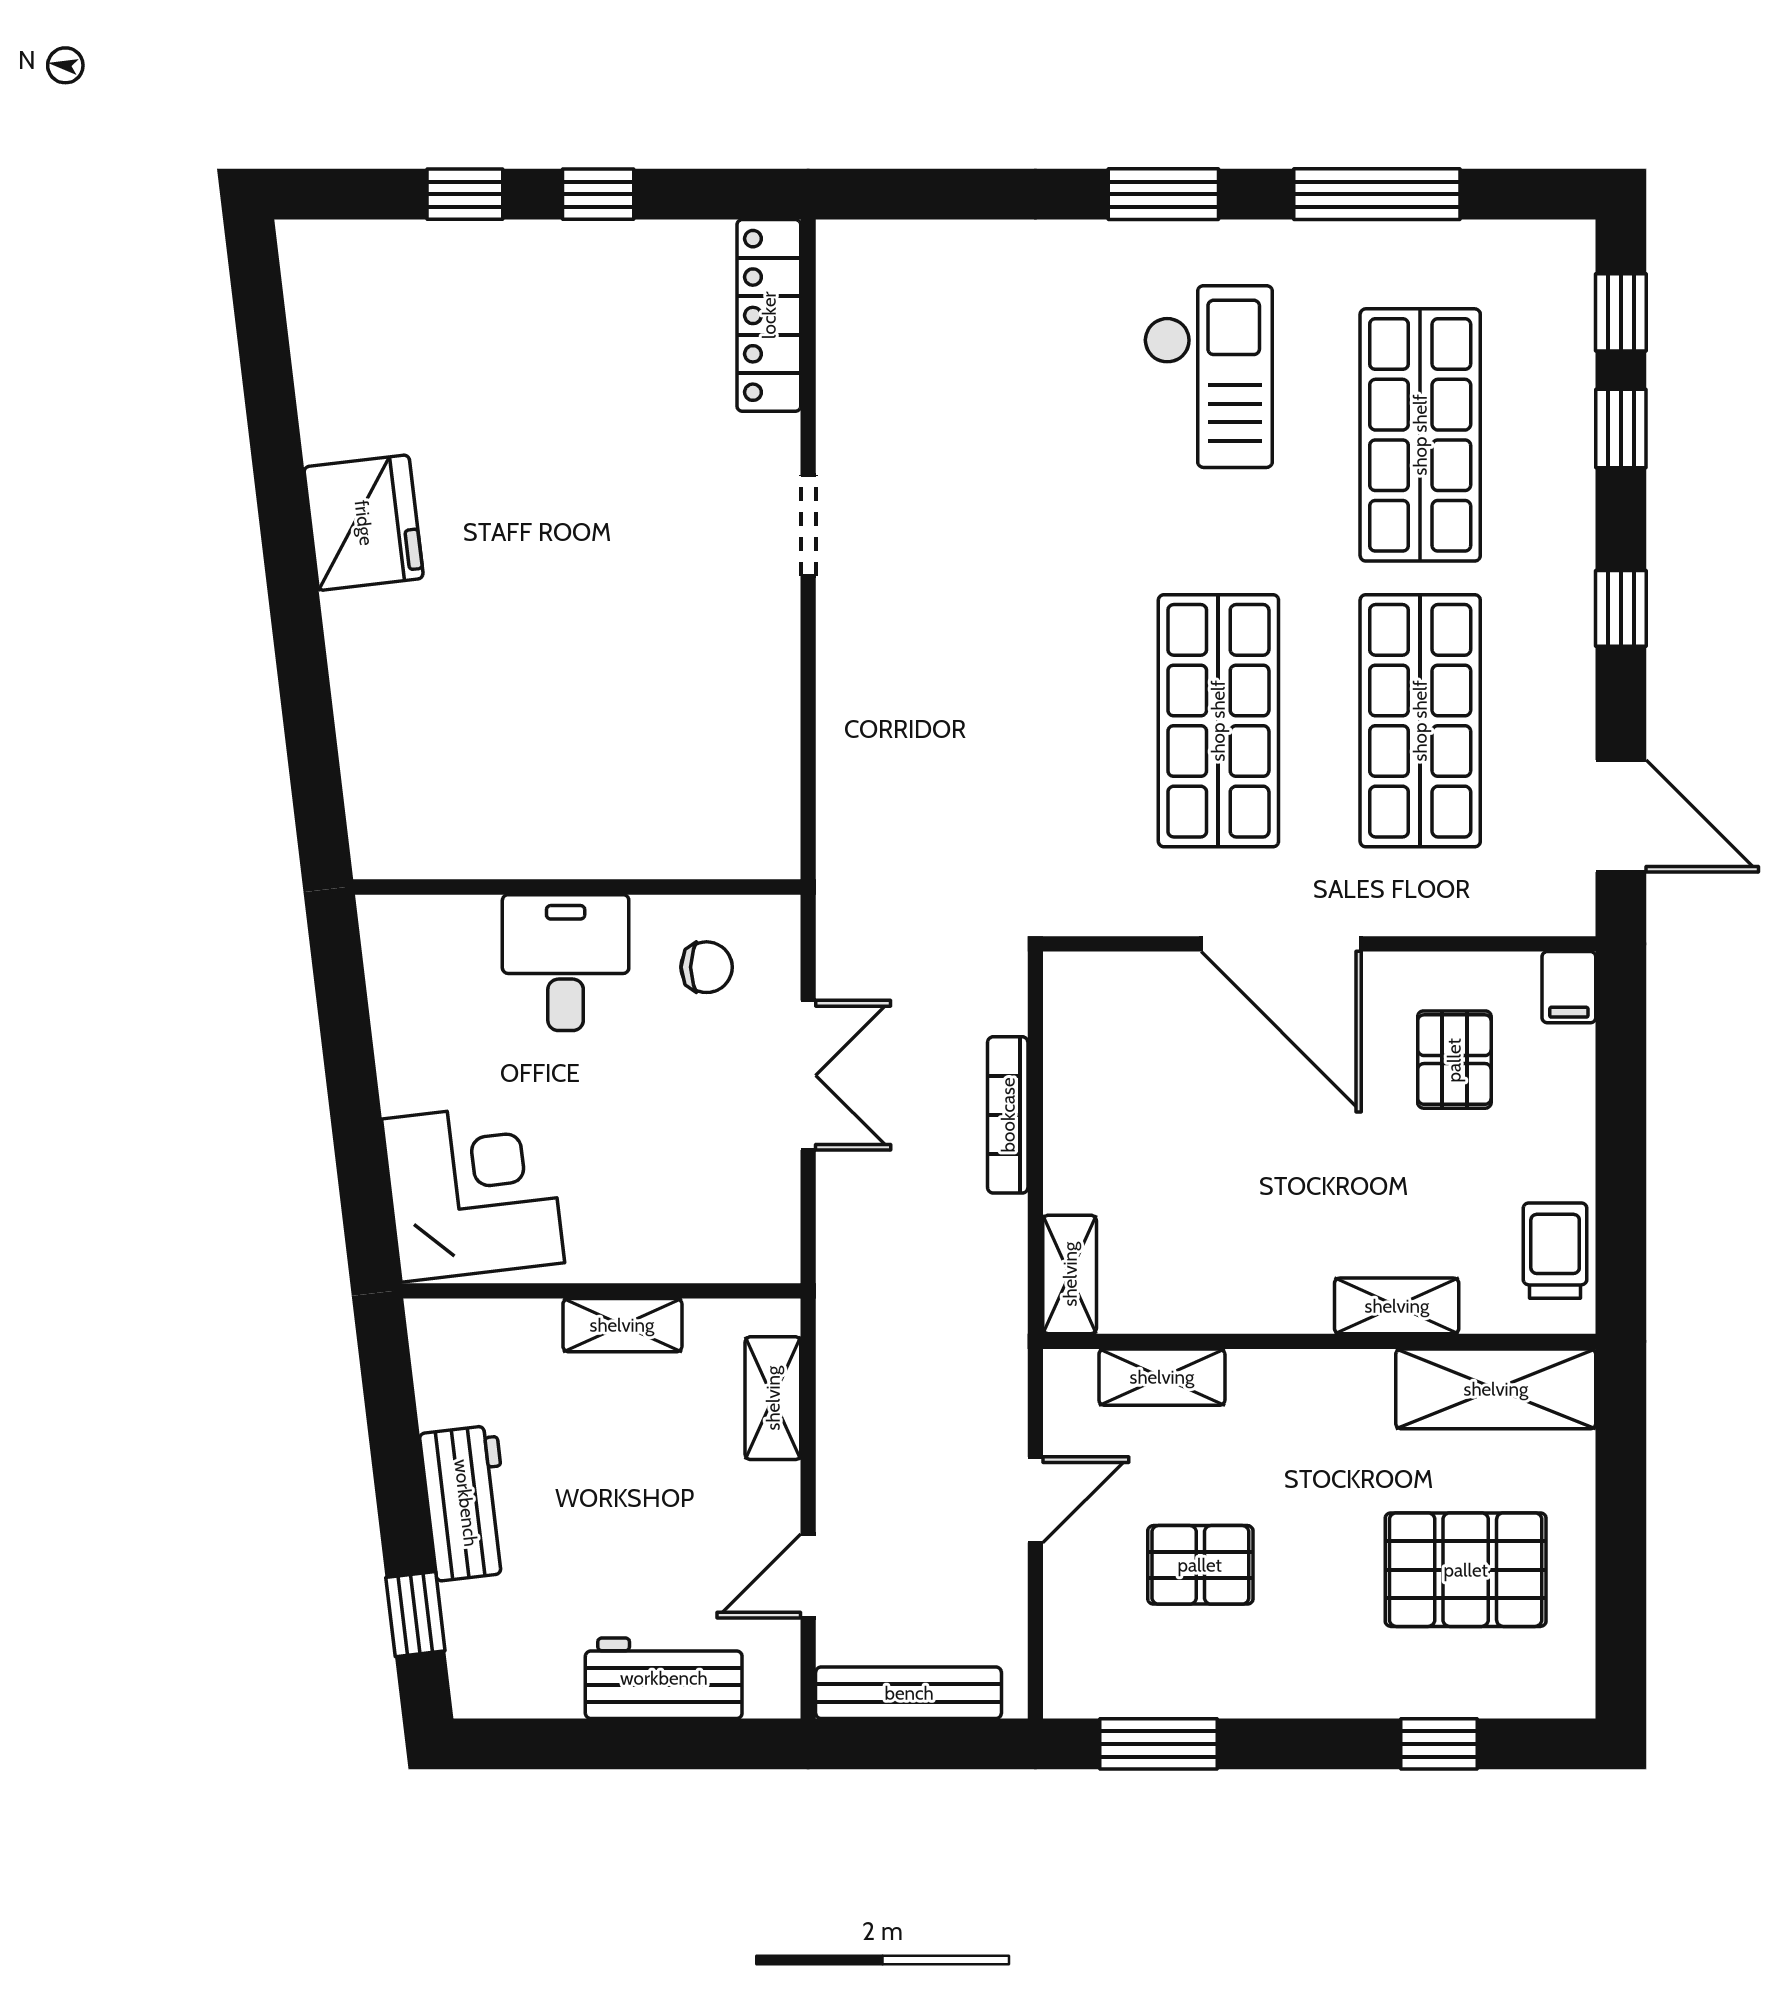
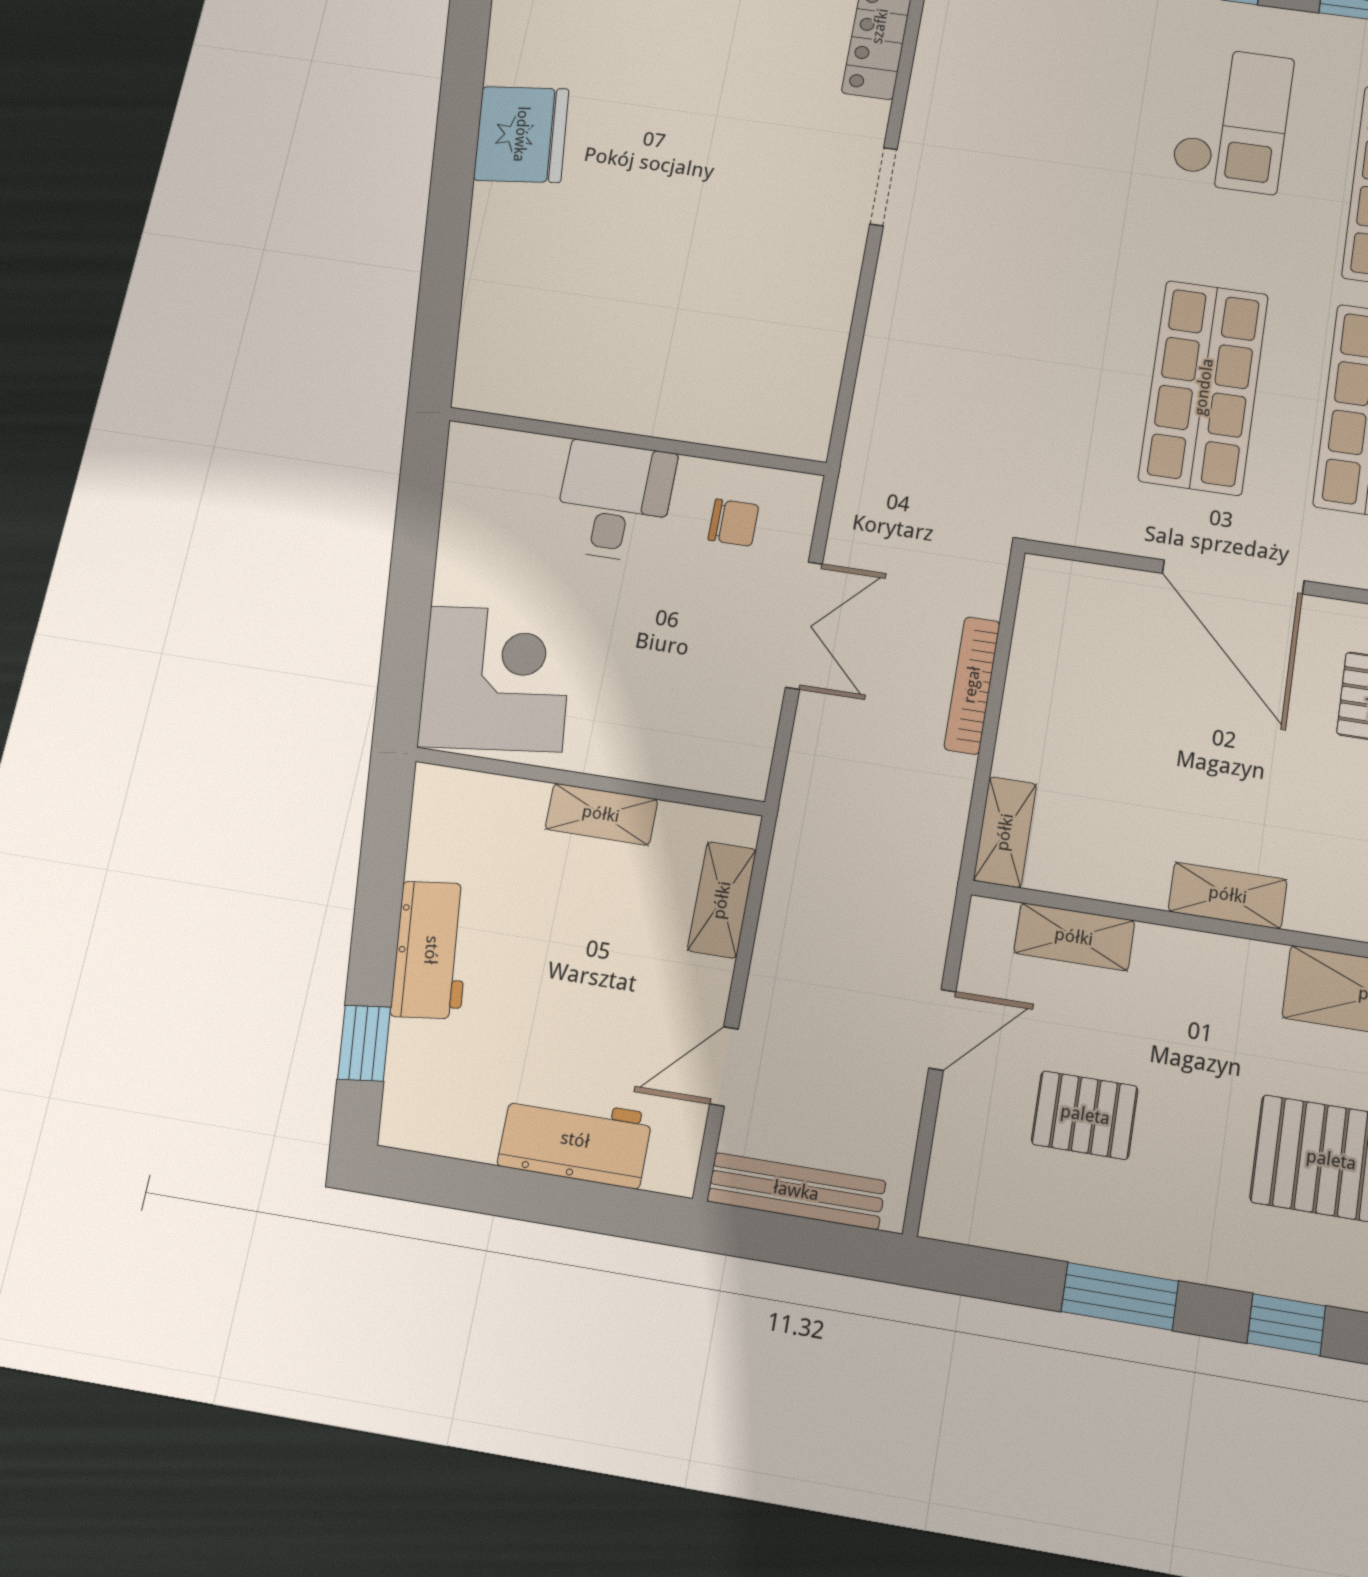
shelving: (1397, 1306) -> (1228, 895), moved
window: (1158, 1744) -> (1120, 1296), moved

